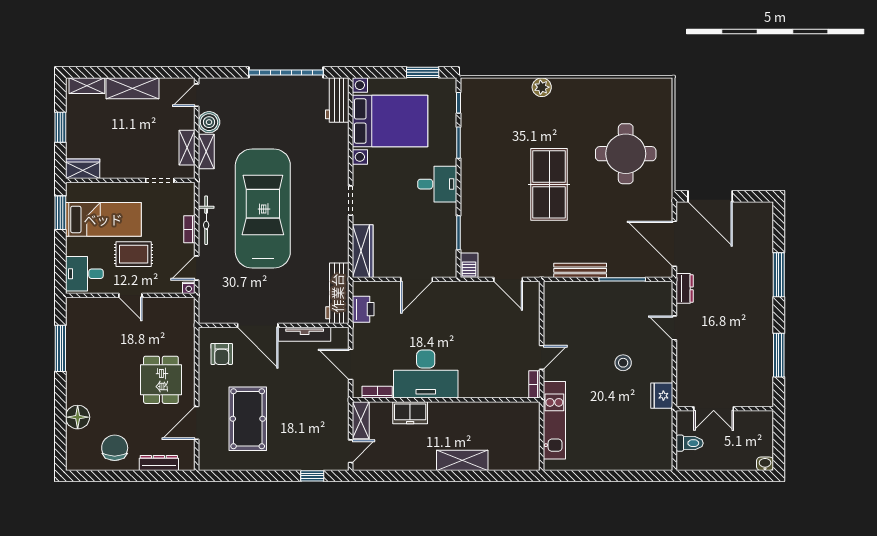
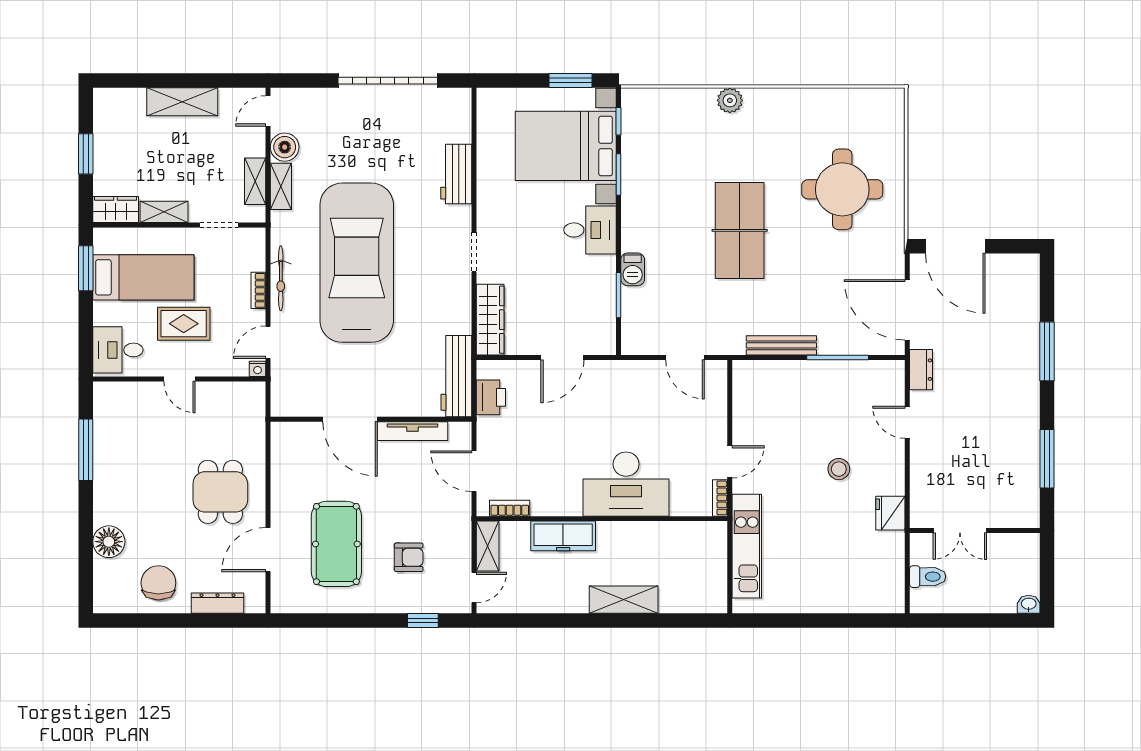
shelving: (87, 86) -> (164, 212), moved
workbench: (337, 100) -> (456, 174), moved
bed with nightstands: (390, 121) -> (566, 146), moved, turned 180
barbecue: (469, 265) -> (633, 269), moved
armchair: (222, 354) -> (409, 557), moved, turned -90
desk: (426, 374) -> (626, 484), moved
freezer: (410, 413) -> (563, 536), width x1.40

